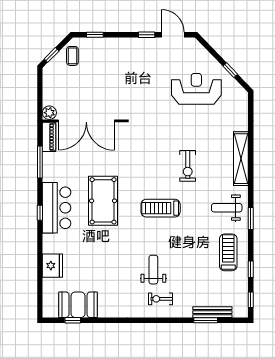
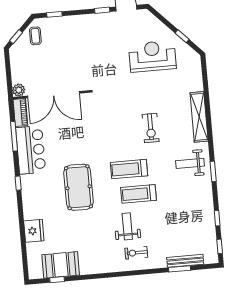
pool table: (103, 201) -> (79, 187), moved
bar counter: (57, 208) -> (31, 150), moved
treadmill: (228, 252) -> (139, 194), moved, turned -90

